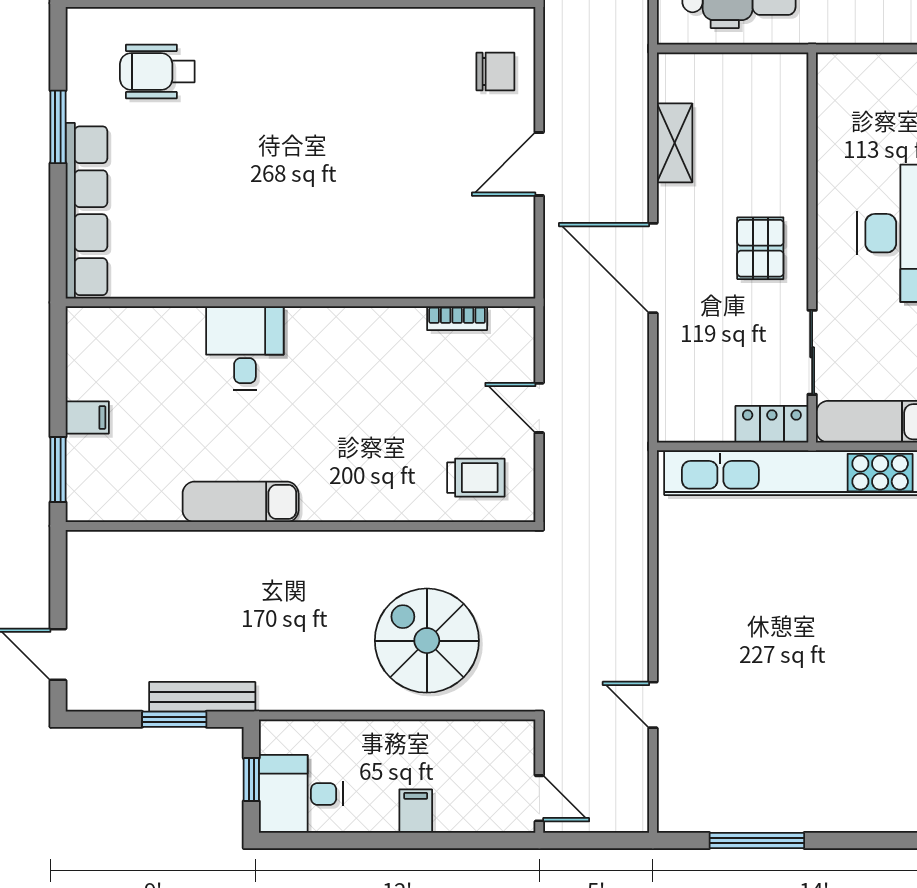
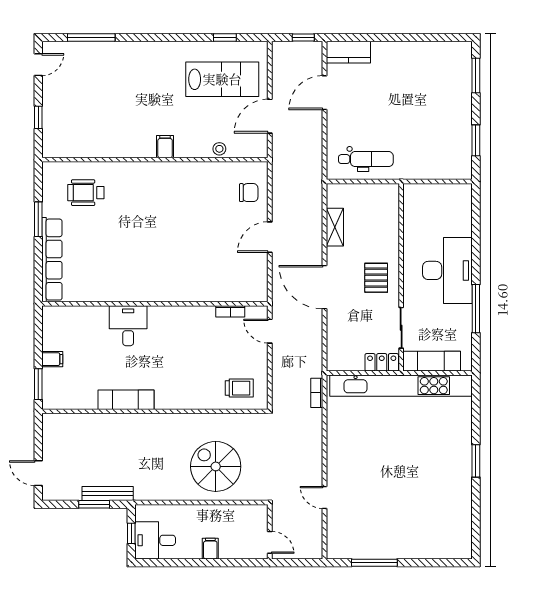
door: (539, 408) -> (270, 331), moved
bookcase: (637, 488) -> (317, 393), added

